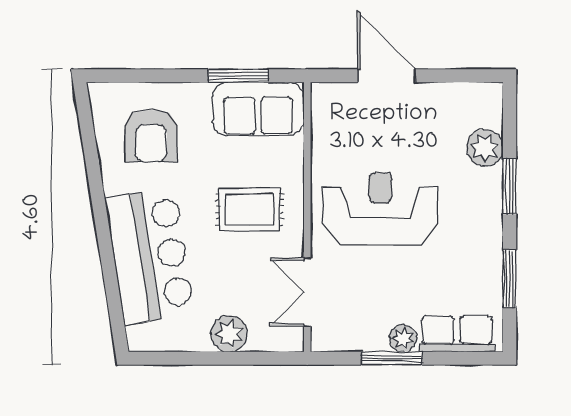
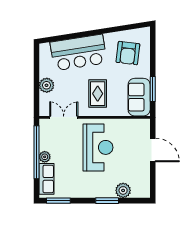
door: (387, 76) -> (153, 150), hinge flipped
armchair: (151, 136) -> (128, 53), turned -83
window: (510, 279) -> (58, 201), moved
window: (392, 358) -> (36, 152), width x2.11

